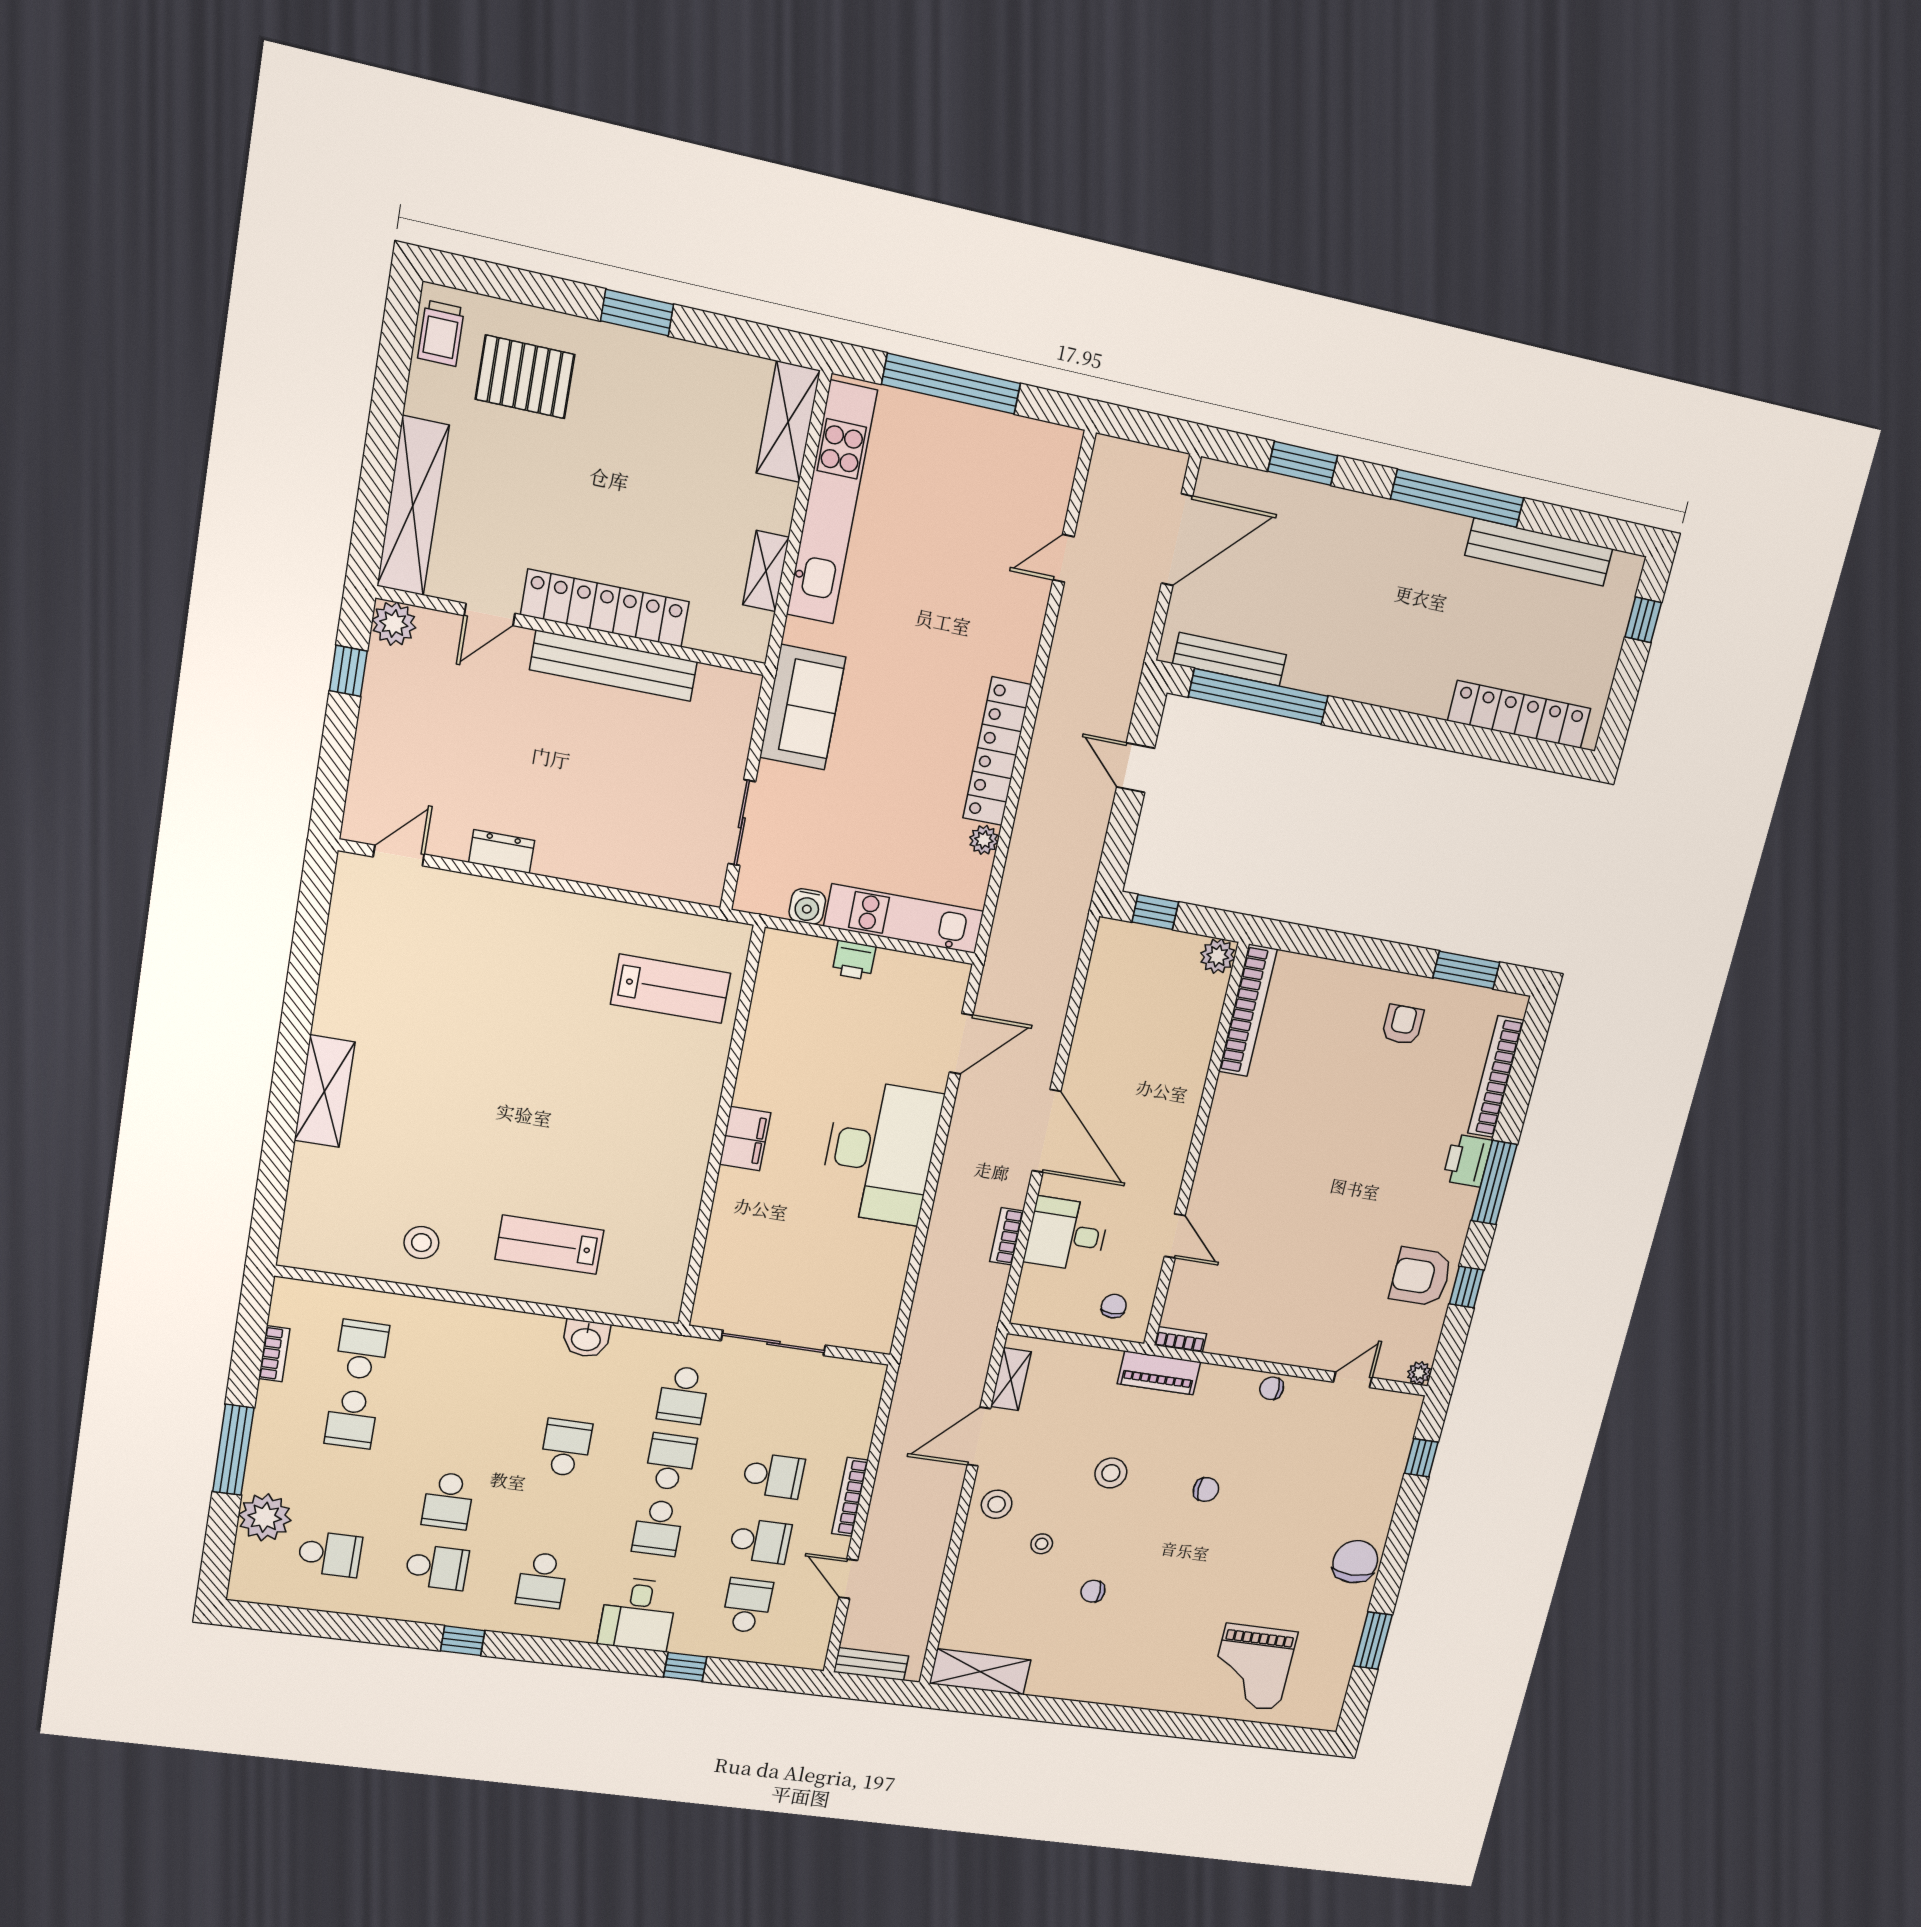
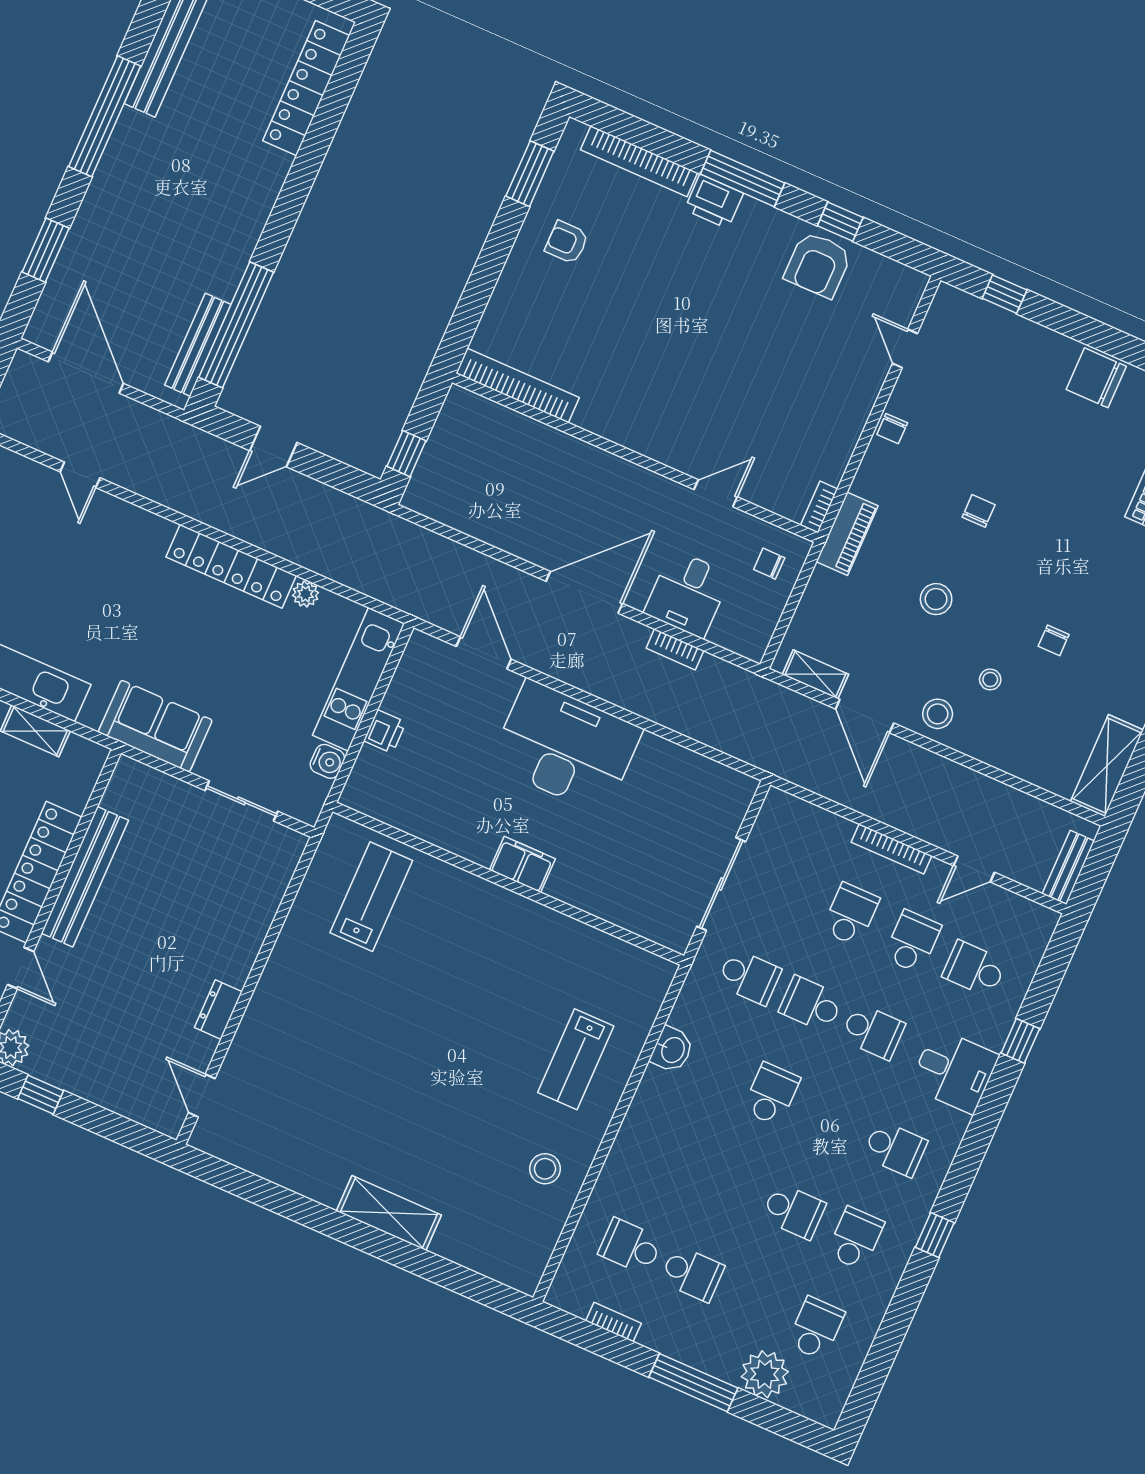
plant: (1218, 956) -> (460, 404), removed
plant: (1419, 1373) -> (916, 282), removed
school desk: (566, 1448) -> (771, 1094), turned 90

